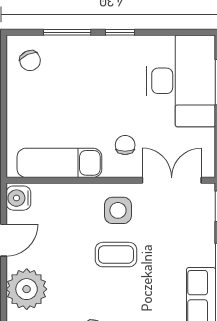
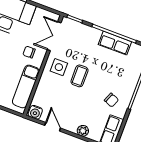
plant: (27, 289) -> (83, 131), width x0.53, depth x0.53

